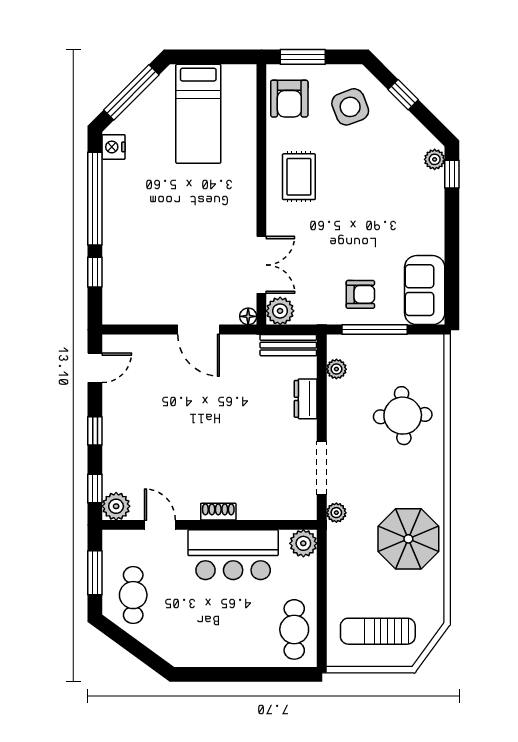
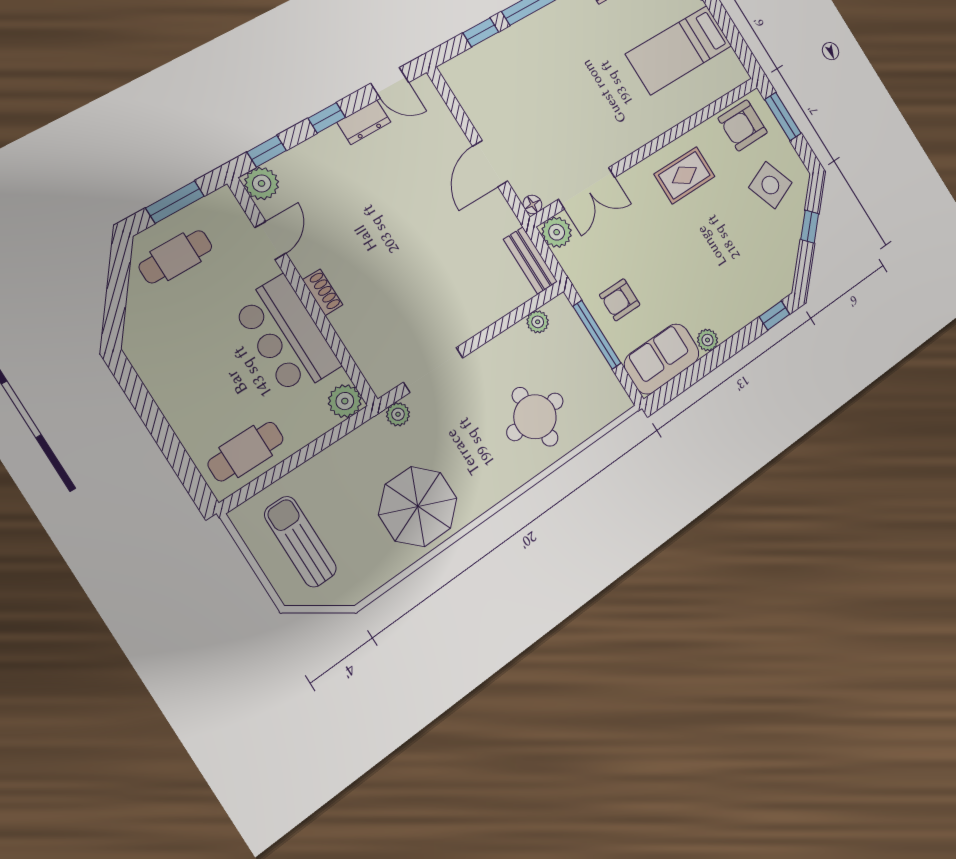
plant: (435, 159) -> (708, 340), moved
armchair: (360, 294) -> (620, 300), turned 90
dresser: (306, 399) -> (364, 122), moved, turned 180

